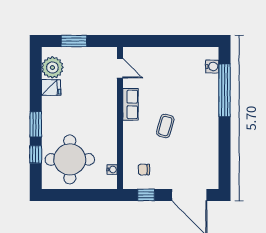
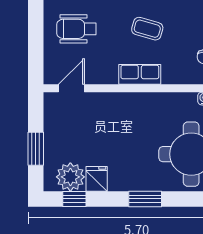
wheelchair: (165, 72) -> (77, 29), added
row of seats: (130, 104) -> (140, 74), moved
window: (36, 154) -> (74, 199), moved

